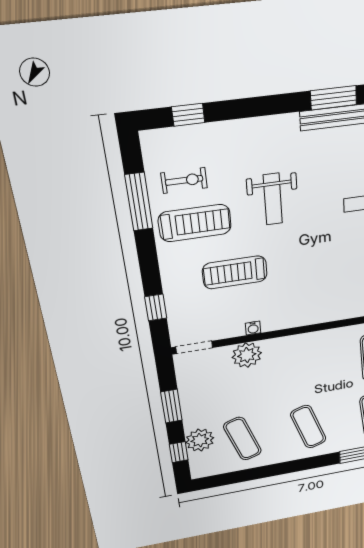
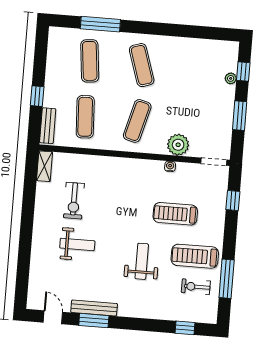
treadmill: (235, 272) -> (175, 214), turned 180
exercise mat: (243, 439) -> (137, 121), moved, turned 33
plant: (200, 440) -> (231, 78), width x0.53, depth x0.53

